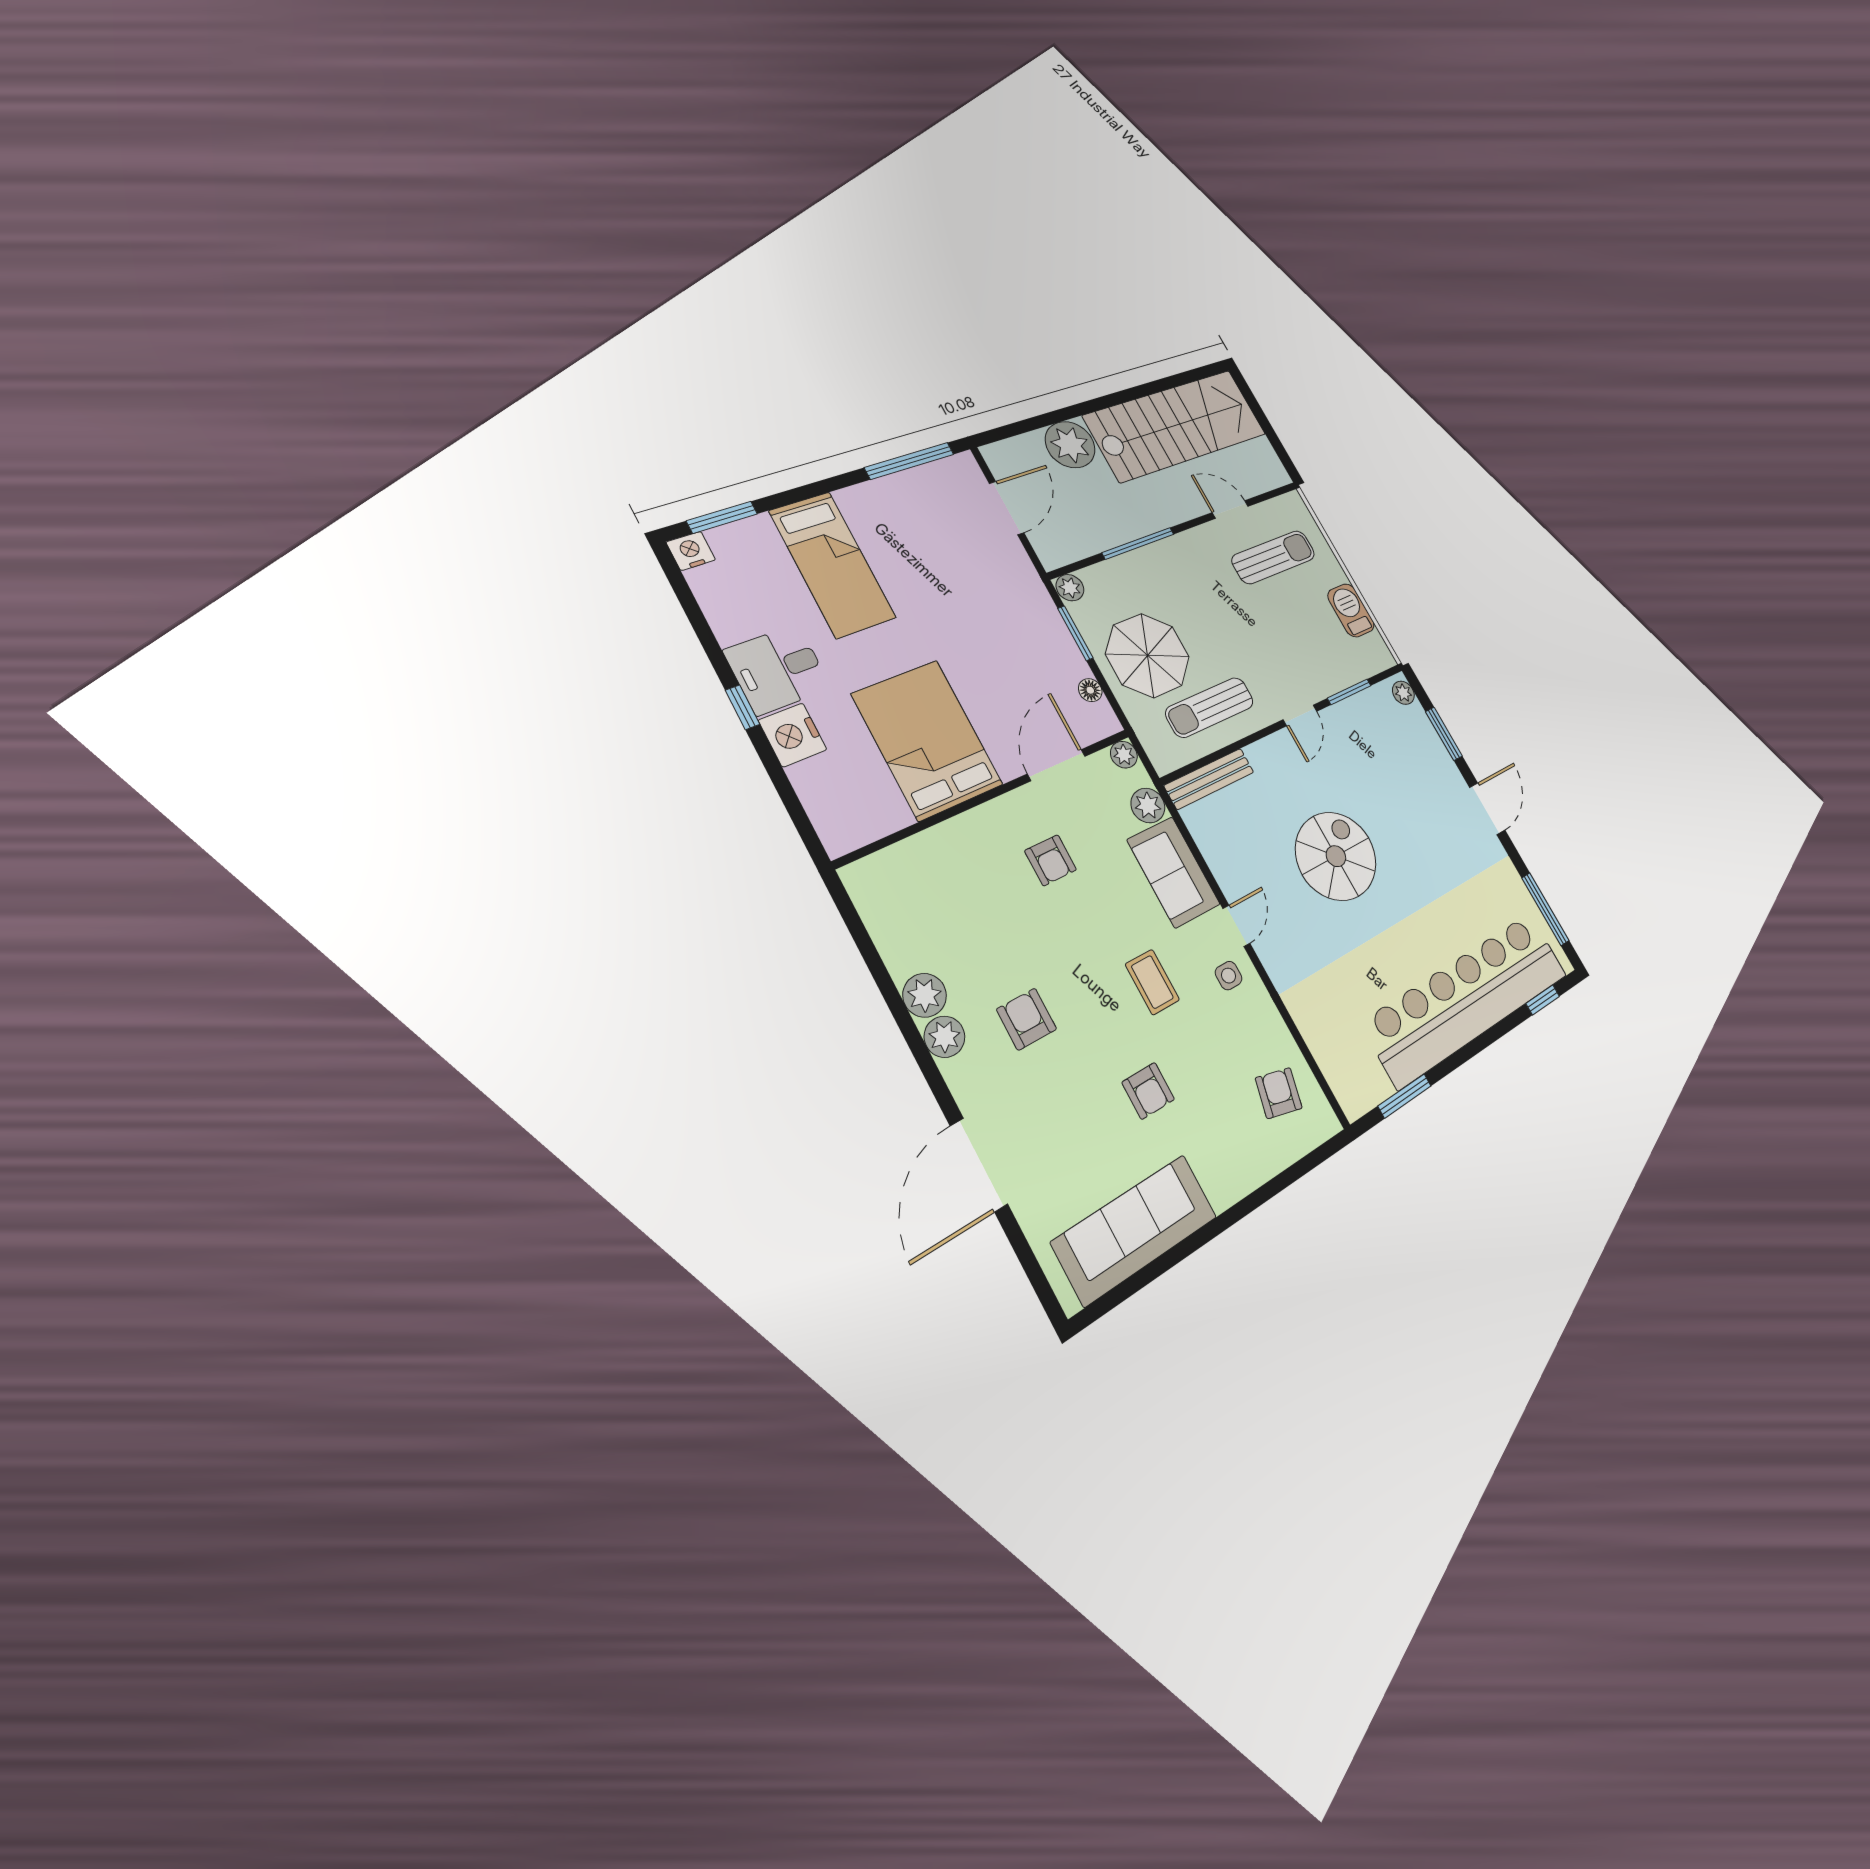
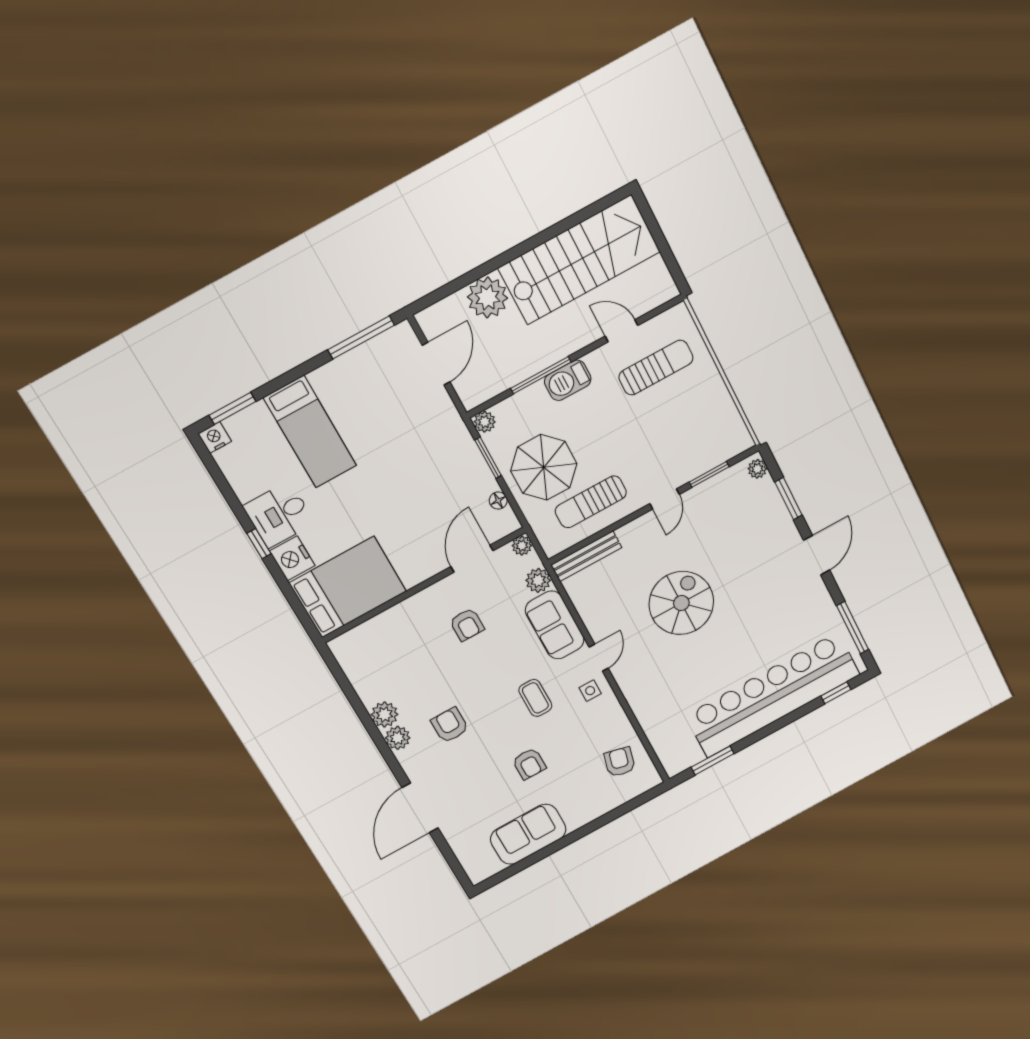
barbecue: (1351, 610) -> (568, 380), moved, turned -90
bed: (928, 740) -> (348, 587), moved, turned 90
sofa: (1135, 1229) -> (528, 834), width x0.73

